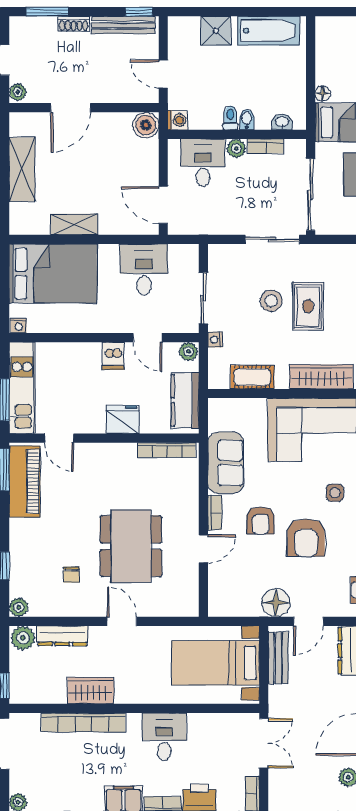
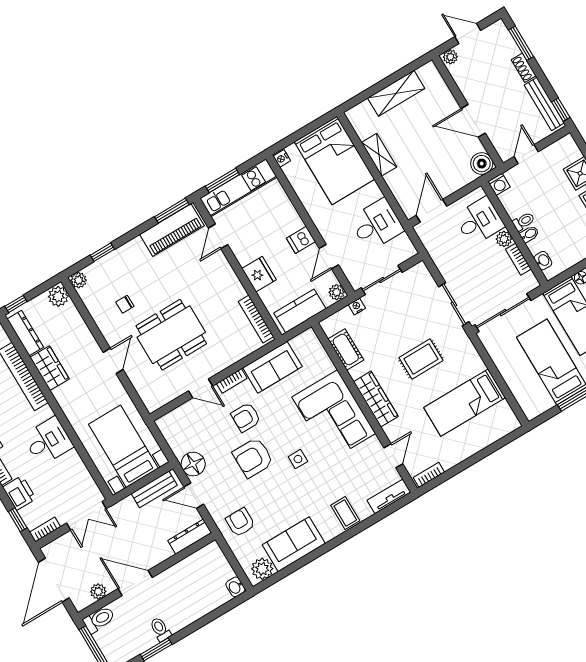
door: (71, 108) -> (473, 121), moved
stool: (271, 301) -> (409, 330), removed
dresser: (62, 636) -> (25, 333), moved, turned 180

